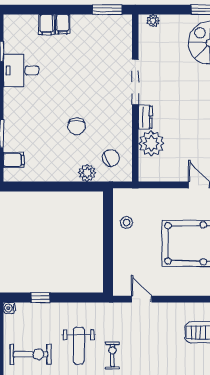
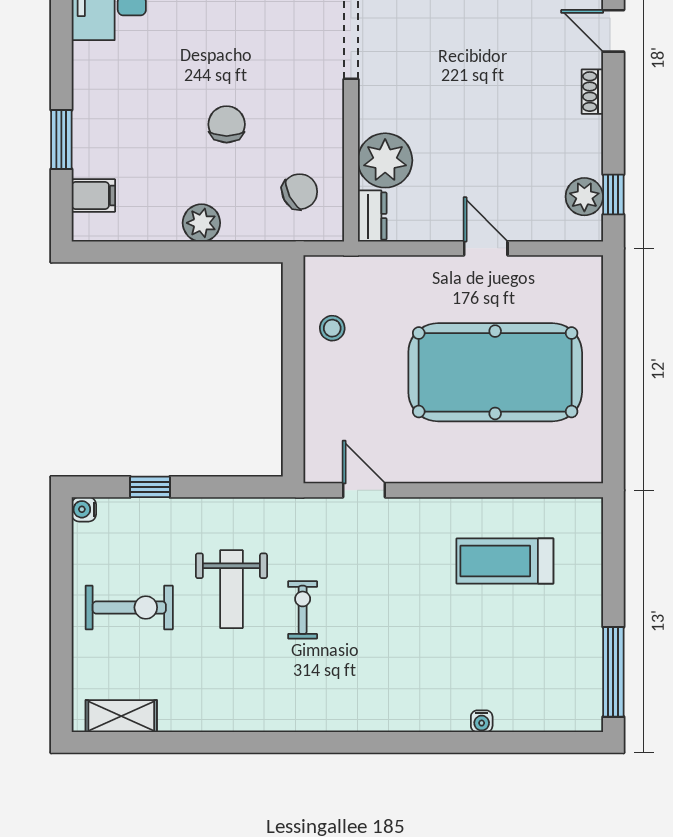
dresser: (145, 117) -> (372, 216), moved
chair: (77, 126) -> (227, 124), turned 180
plant: (87, 173) -> (201, 223), moved

